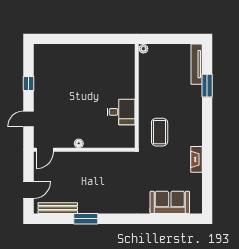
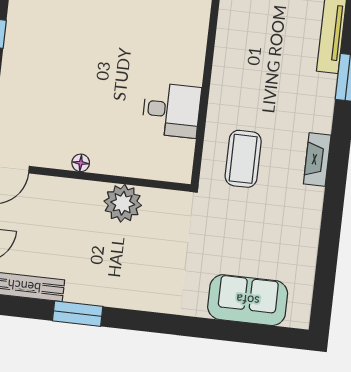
fireplace: (196, 159) -> (317, 160), moved
plant: (102, 161) -> (123, 203), added

